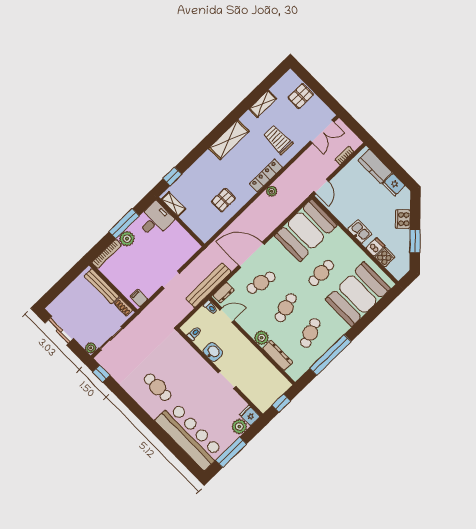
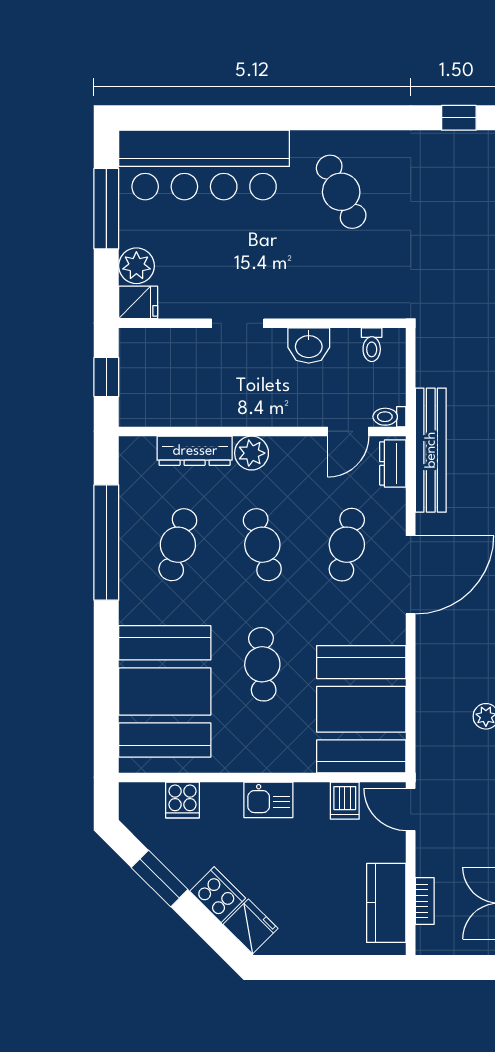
kitchen counter: (375, 166) -> (386, 903), moved, turned -90
fridge: (394, 185) -> (251, 926), moved, turned 45
dishwasher: (375, 247) -> (345, 801), moved
cafe table: (310, 333) -> (178, 545), turned 36
cafe table: (158, 387) -> (341, 192), turned 64

